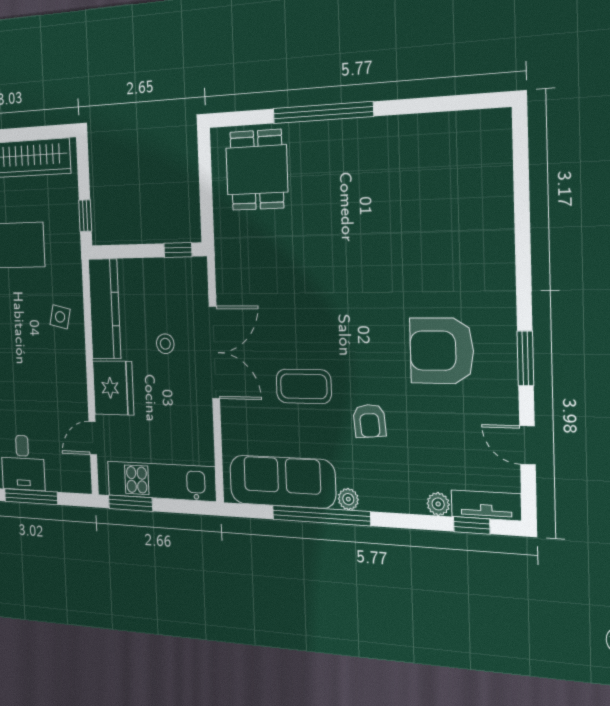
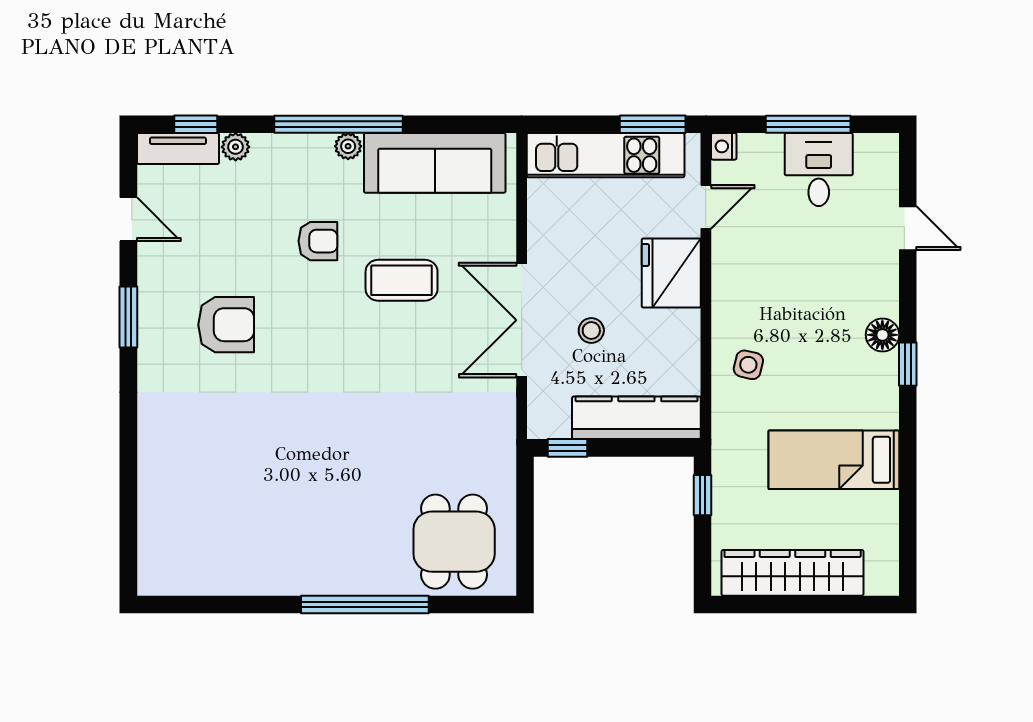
kitchen counter: (105, 309) -> (636, 418), moved, turned 90
armchair: (442, 351) -> (226, 325), width x0.73, depth x0.73
armchair: (369, 421) -> (318, 241), turned 95
nightstand: (83, 483) -> (724, 146), added
window: (321, 516) -> (338, 124), moved

